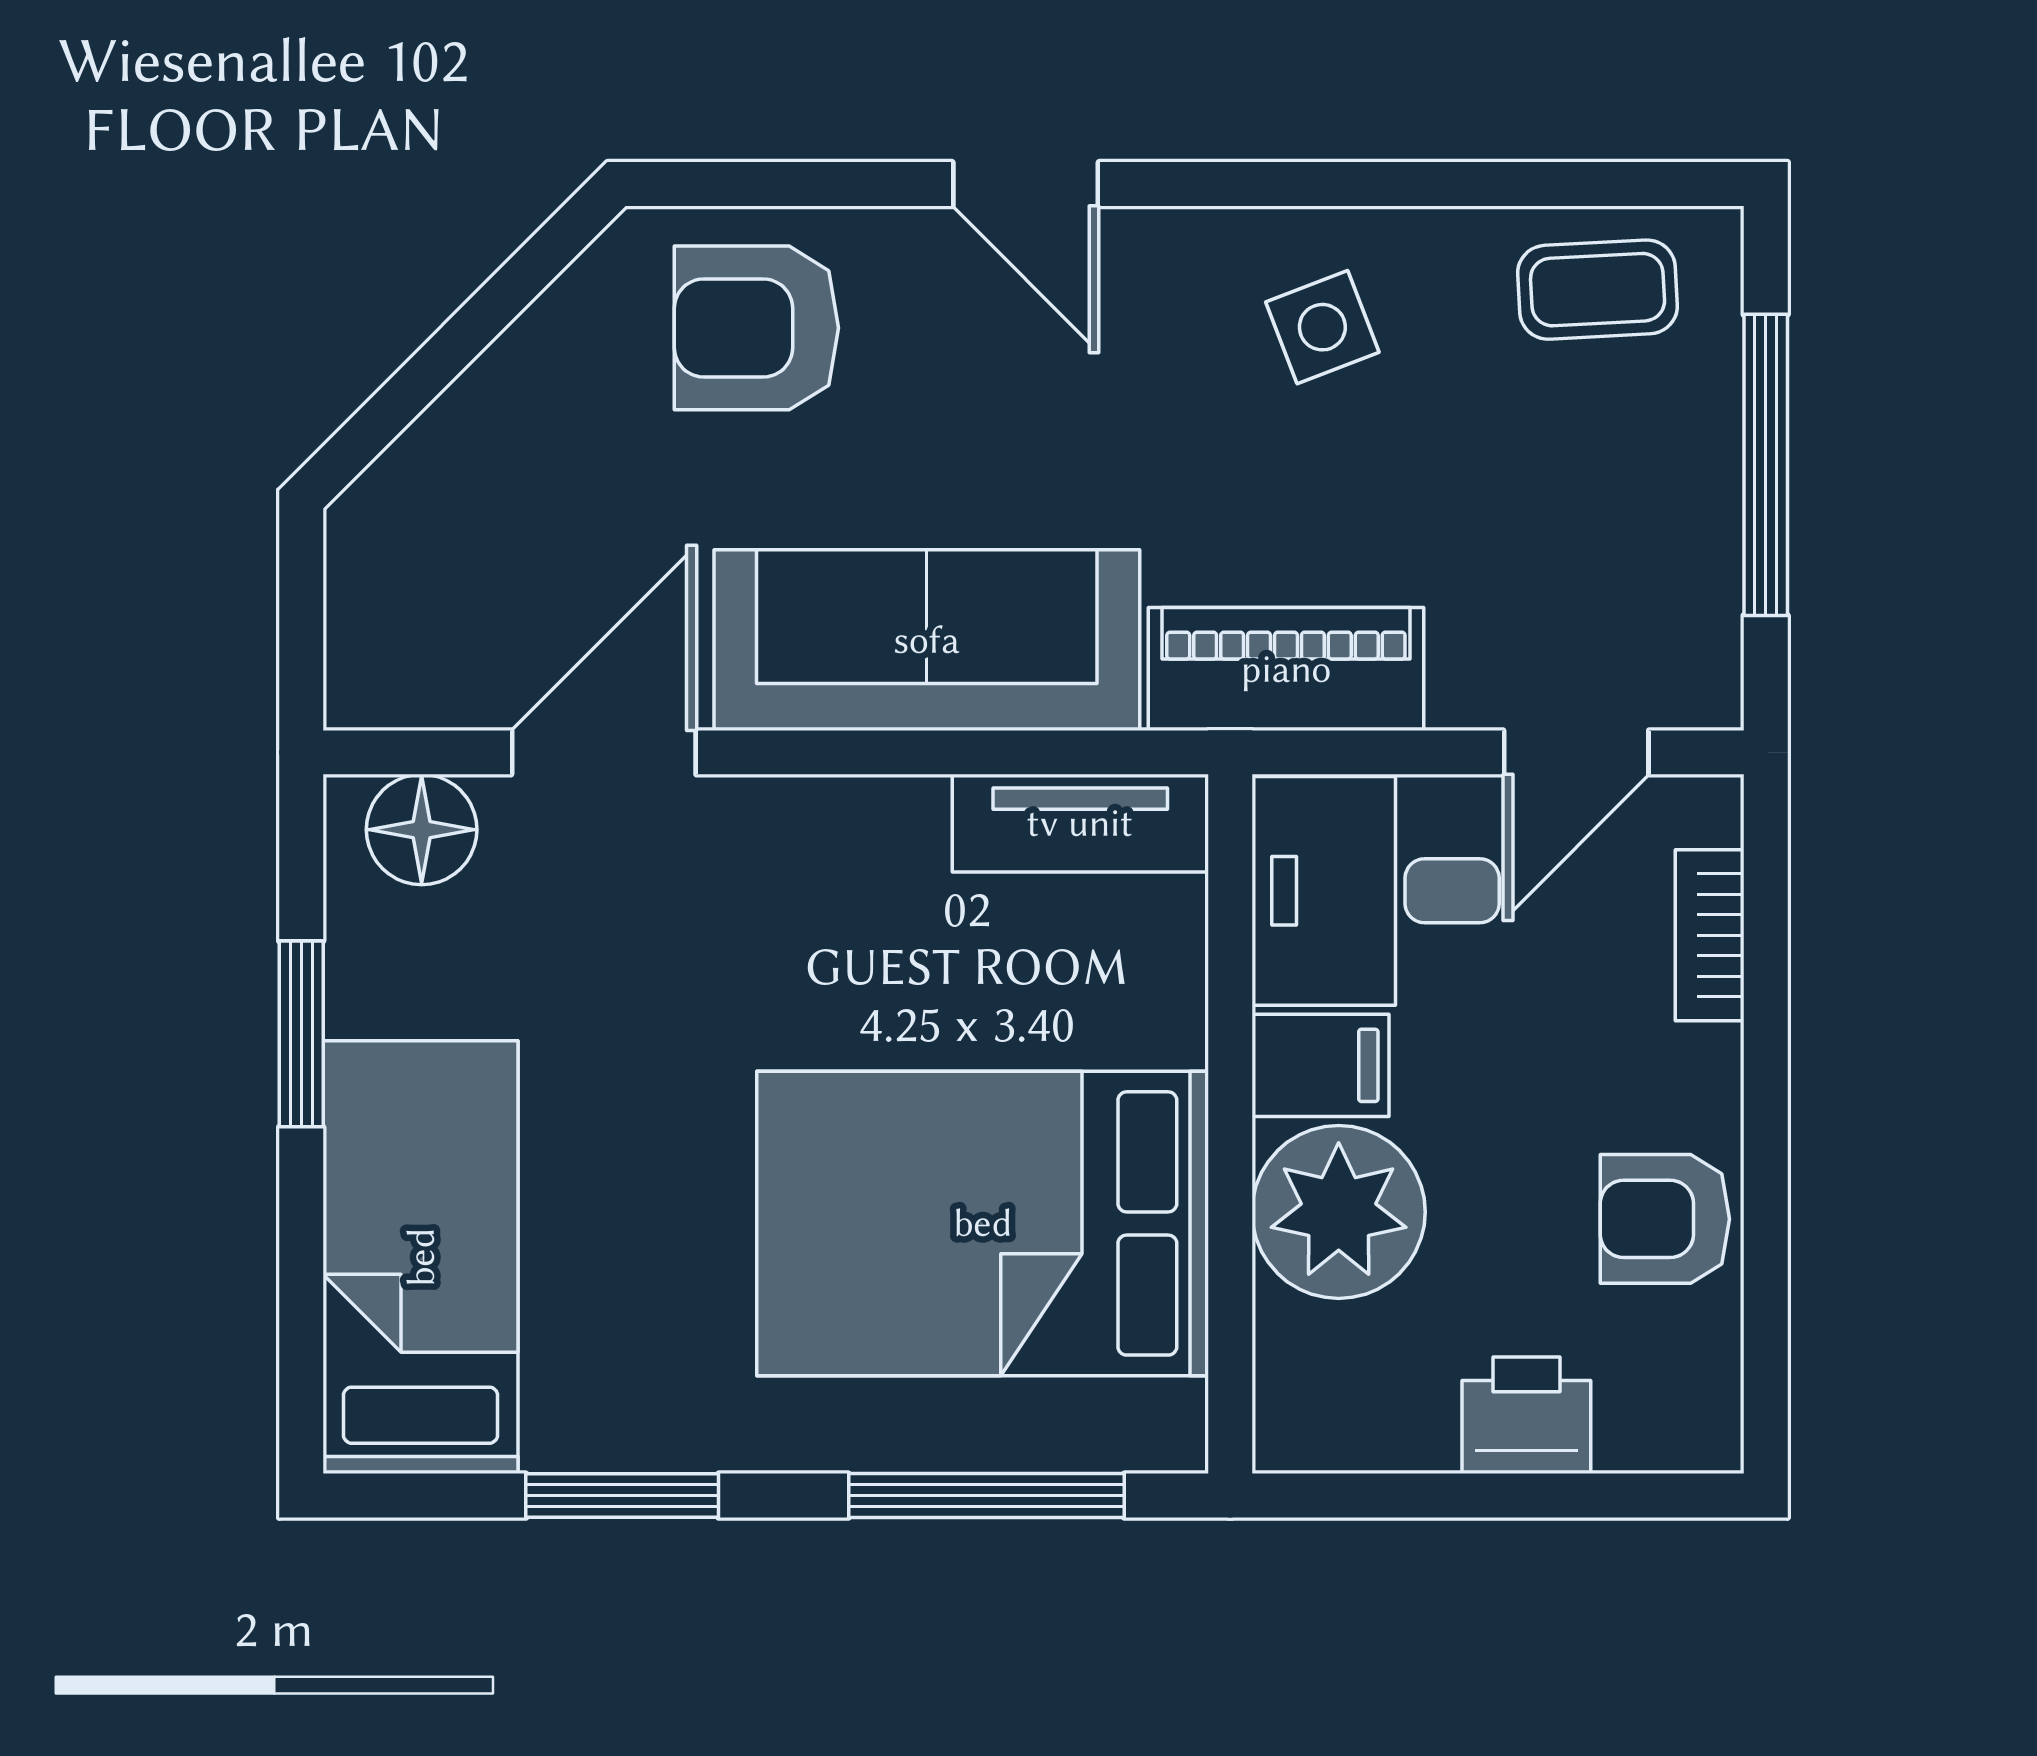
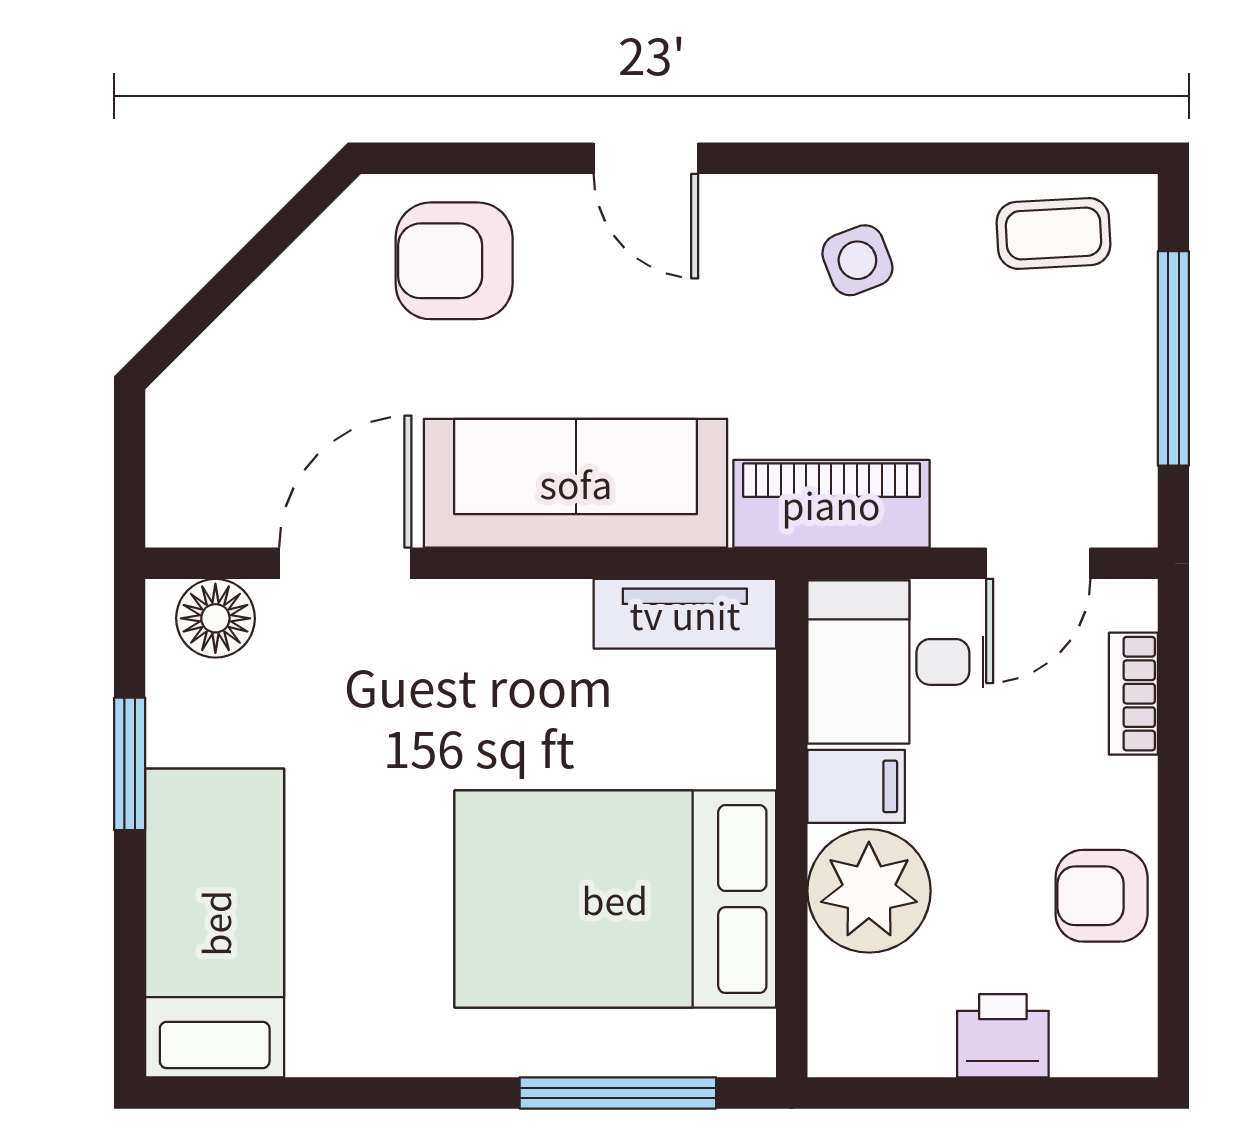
window: (622, 1496) -> (358, 1093), removed

